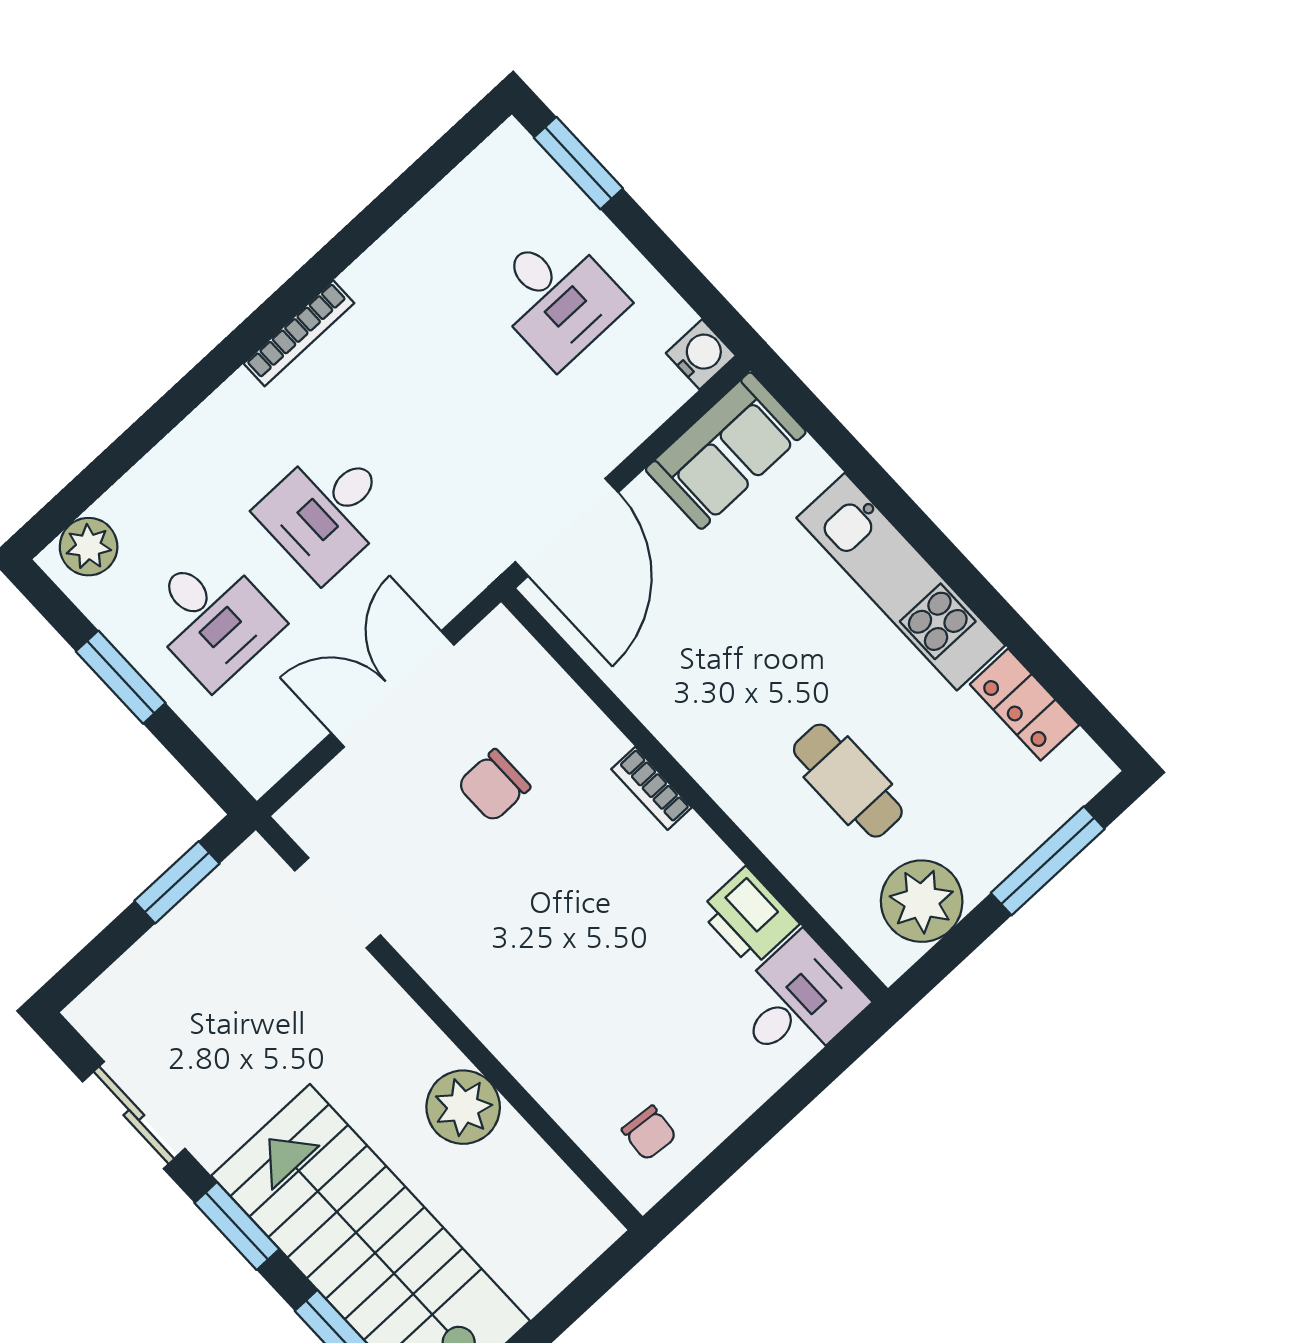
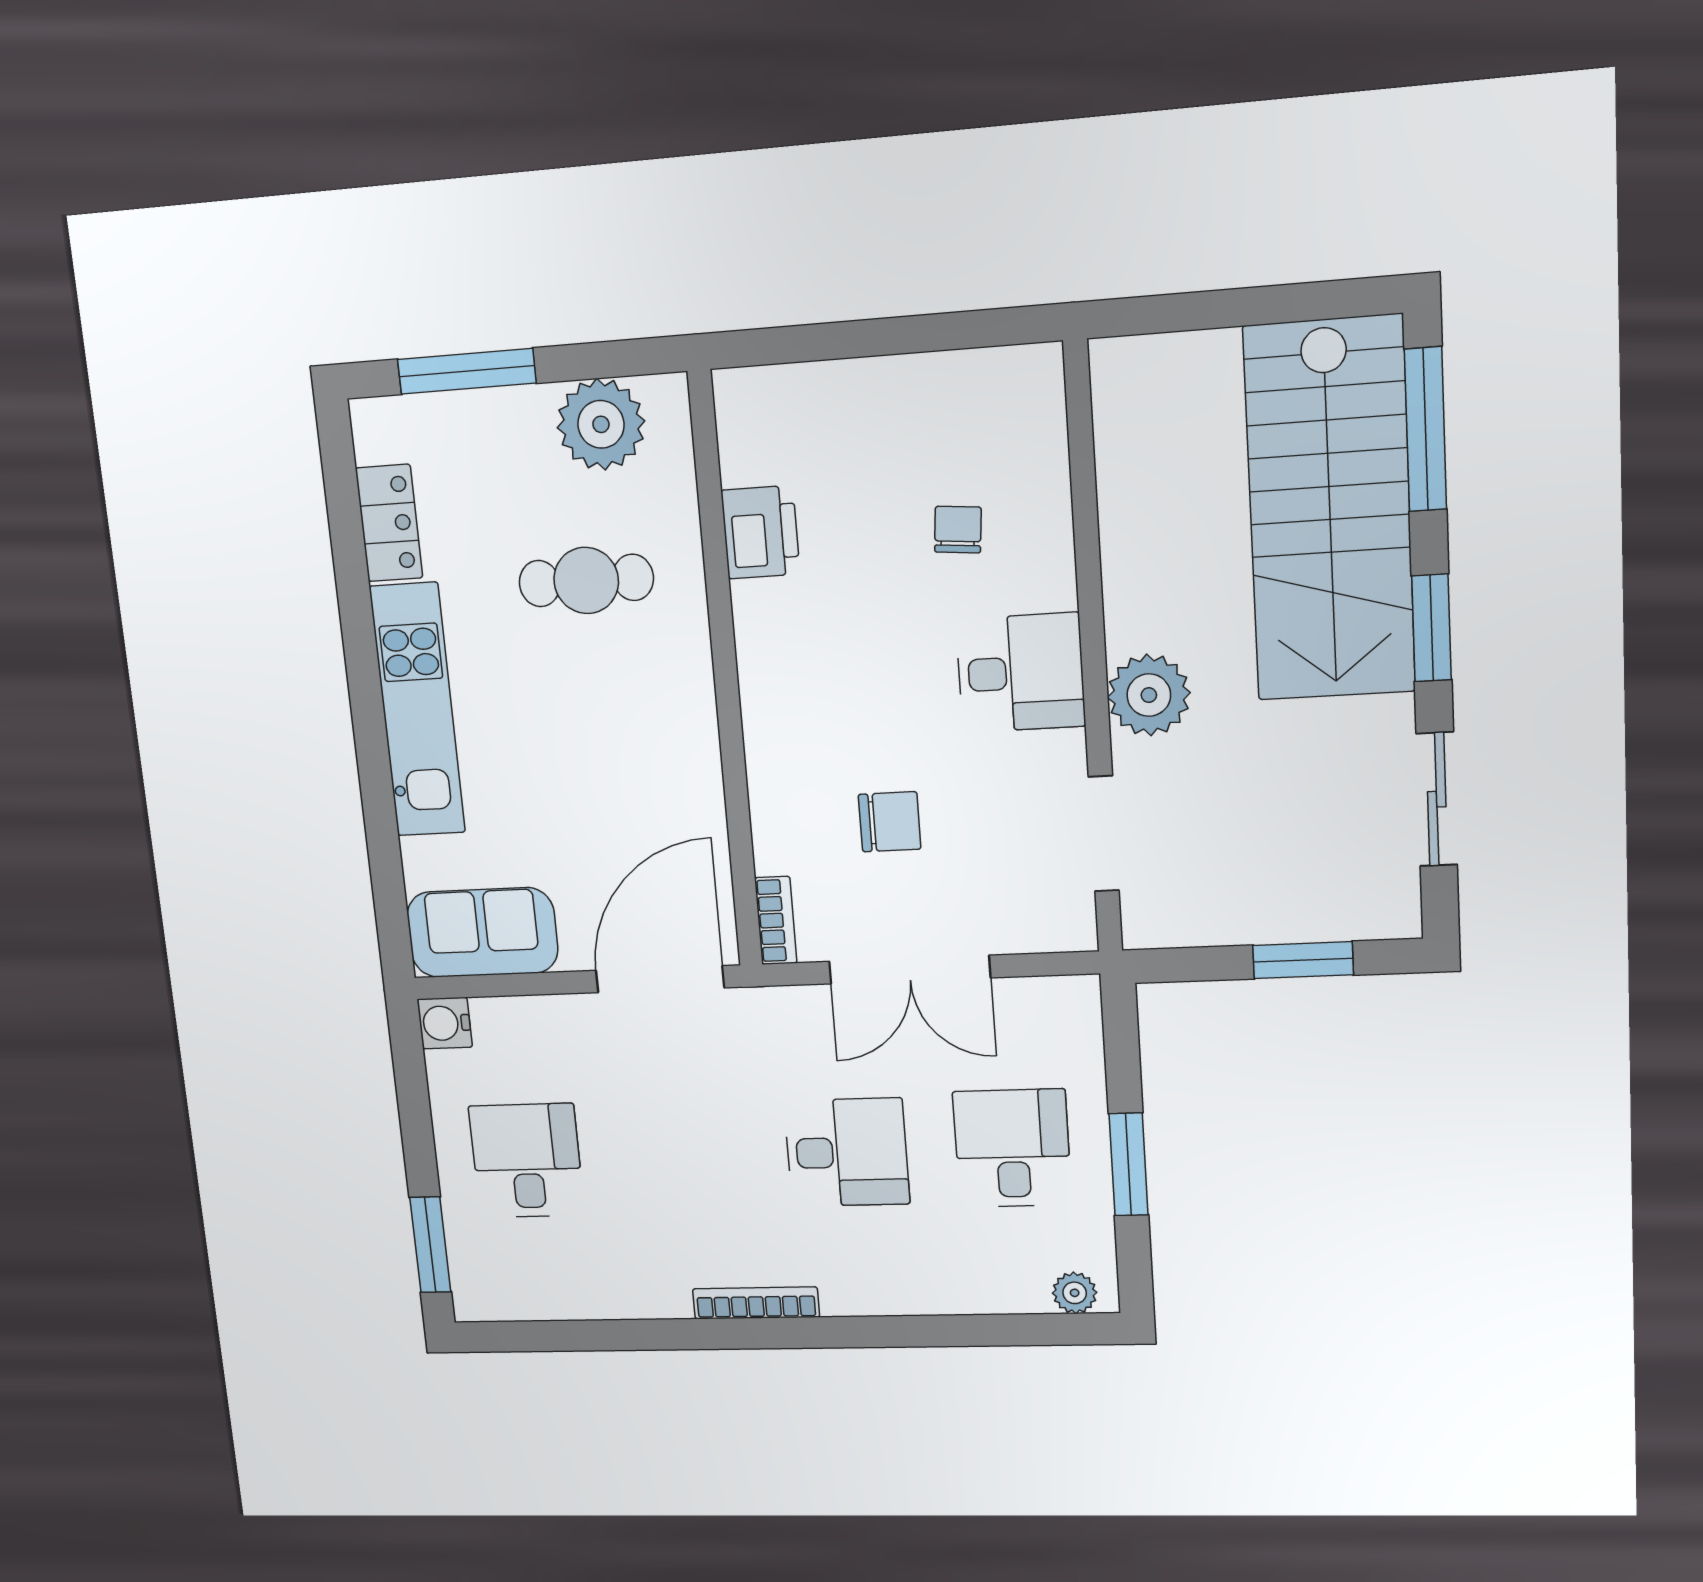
plant: (89, 547) -> (1075, 1293), width x0.73, depth x0.73
cafe table: (848, 781) -> (586, 580), turned 90
bookcase: (651, 788) -> (776, 920), moved
window: (177, 882) -> (1303, 960), moved
desk: (797, 1002) -> (1021, 673), moved, turned 180
plant: (463, 1107) -> (1149, 695), moved
chair: (649, 1133) -> (958, 530), moved

